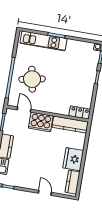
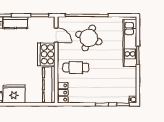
round table: (32, 79) -> (89, 38), turned 31
cafe table: (58, 96) -> (76, 68), added
door: (24, 110) -> (56, 35), hinge flipped

